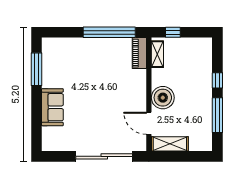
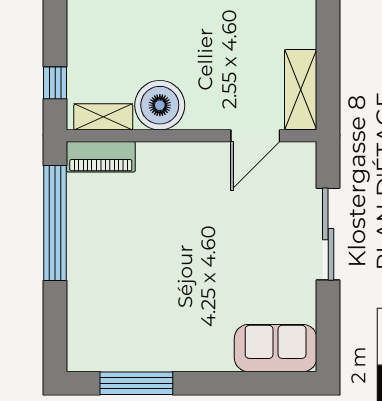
boiler: (163, 98) -> (160, 105), moved
sofa: (52, 107) -> (276, 348), moved
sliding door: (104, 156) -> (328, 234), width x0.73

